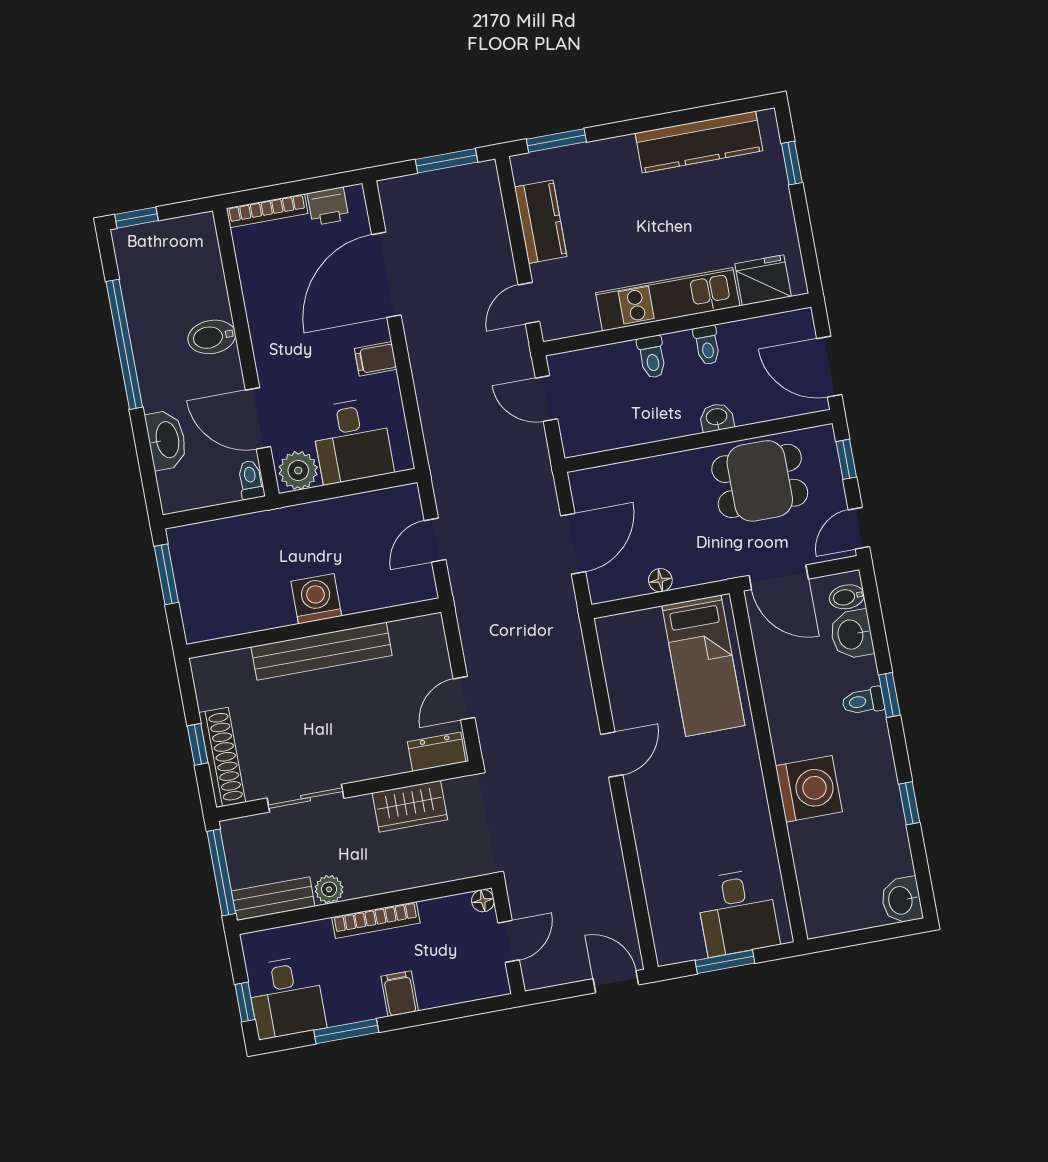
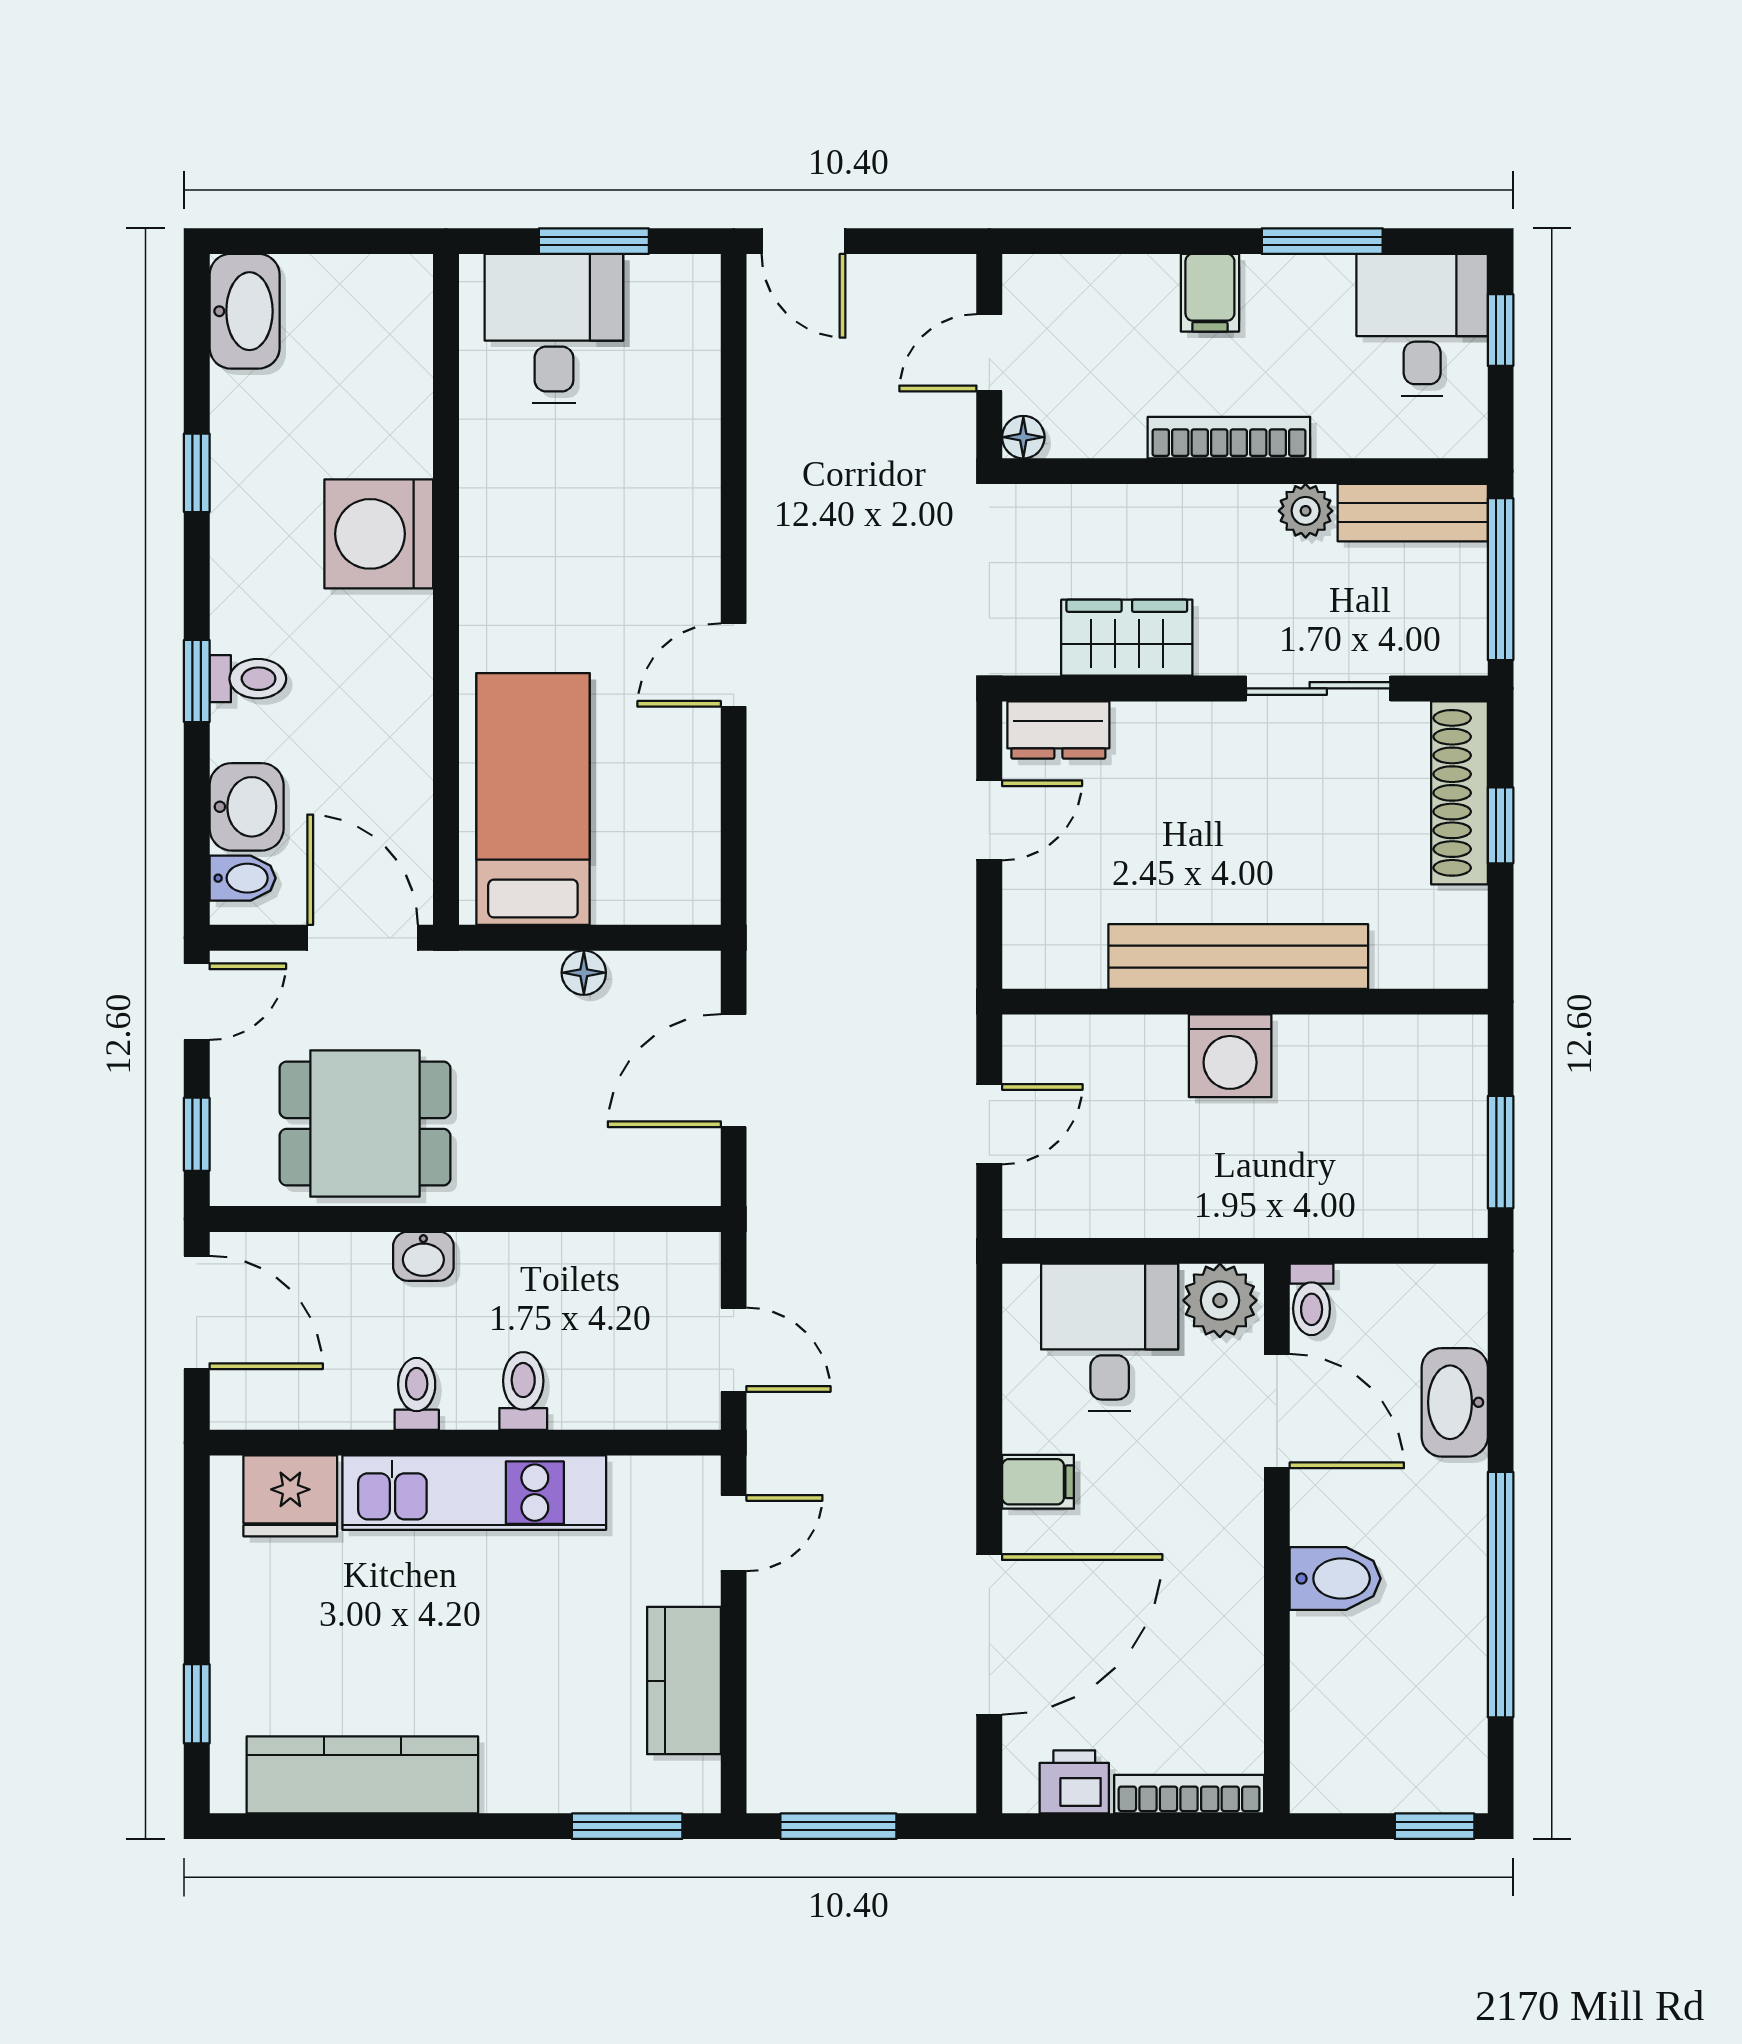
washbasin: (901, 900) -> (245, 311), width x1.38

